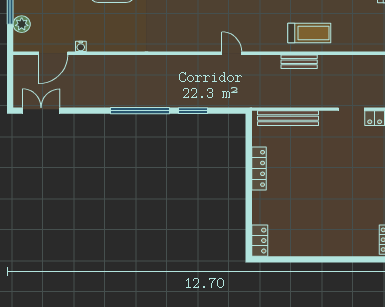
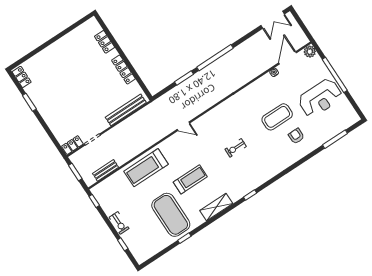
plant: (22, 24) -> (310, 52), moved
treadmill: (309, 33) -> (146, 168), width x1.37, depth x1.38
bench: (299, 62) -> (106, 170), moved
locker: (260, 241) -> (105, 42), moved

